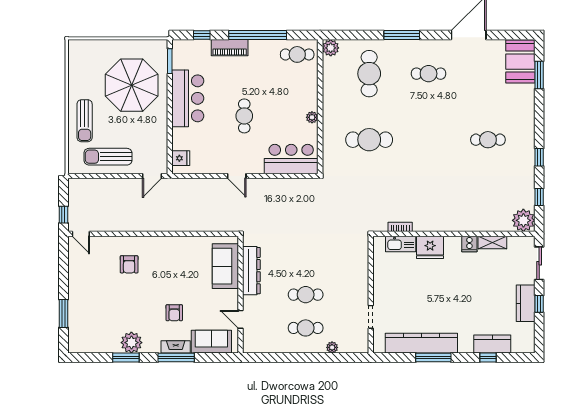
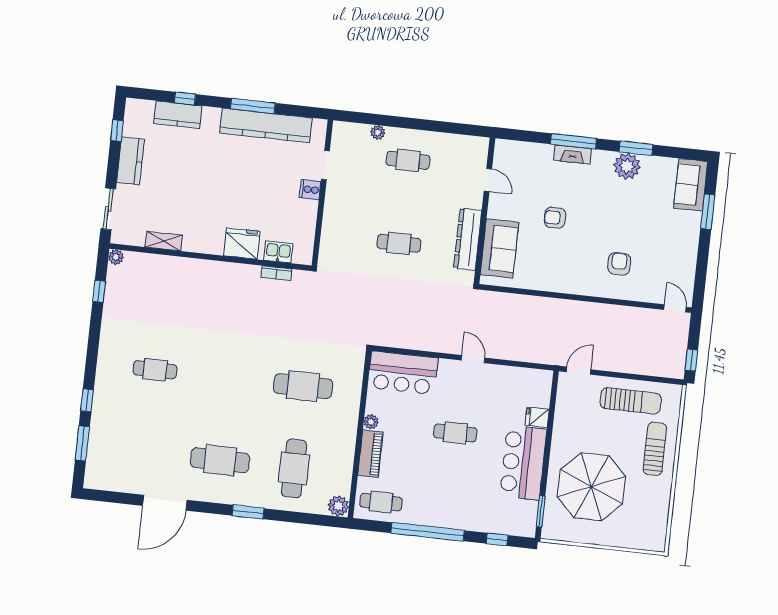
window: (402, 35) -> (248, 512), width x0.69
piano: (230, 48) -> (370, 454), moved, turned 90
booth: (520, 62) -> (104, 463), removed
cafe table: (429, 74) -> (220, 460), width x1.37, depth x1.35
cafe table: (244, 116) -> (455, 433), turned 90
window: (539, 157) -> (87, 400), moved
fridge: (181, 158) -> (537, 417), moved
window: (63, 215) -> (691, 360), moved
plant: (523, 220) -> (116, 257), width x0.53, depth x0.53
kitchen sink: (401, 244) -> (278, 252), width x0.73
cooker: (469, 244) -> (310, 190), moved, turned -90
cafe table: (306, 295) -> (399, 243), moved
window: (539, 304) -> (117, 131), moved
armchair: (174, 313) -> (555, 218), moved, turned -90
sofa: (211, 342) -> (691, 185), moved, turned 90

